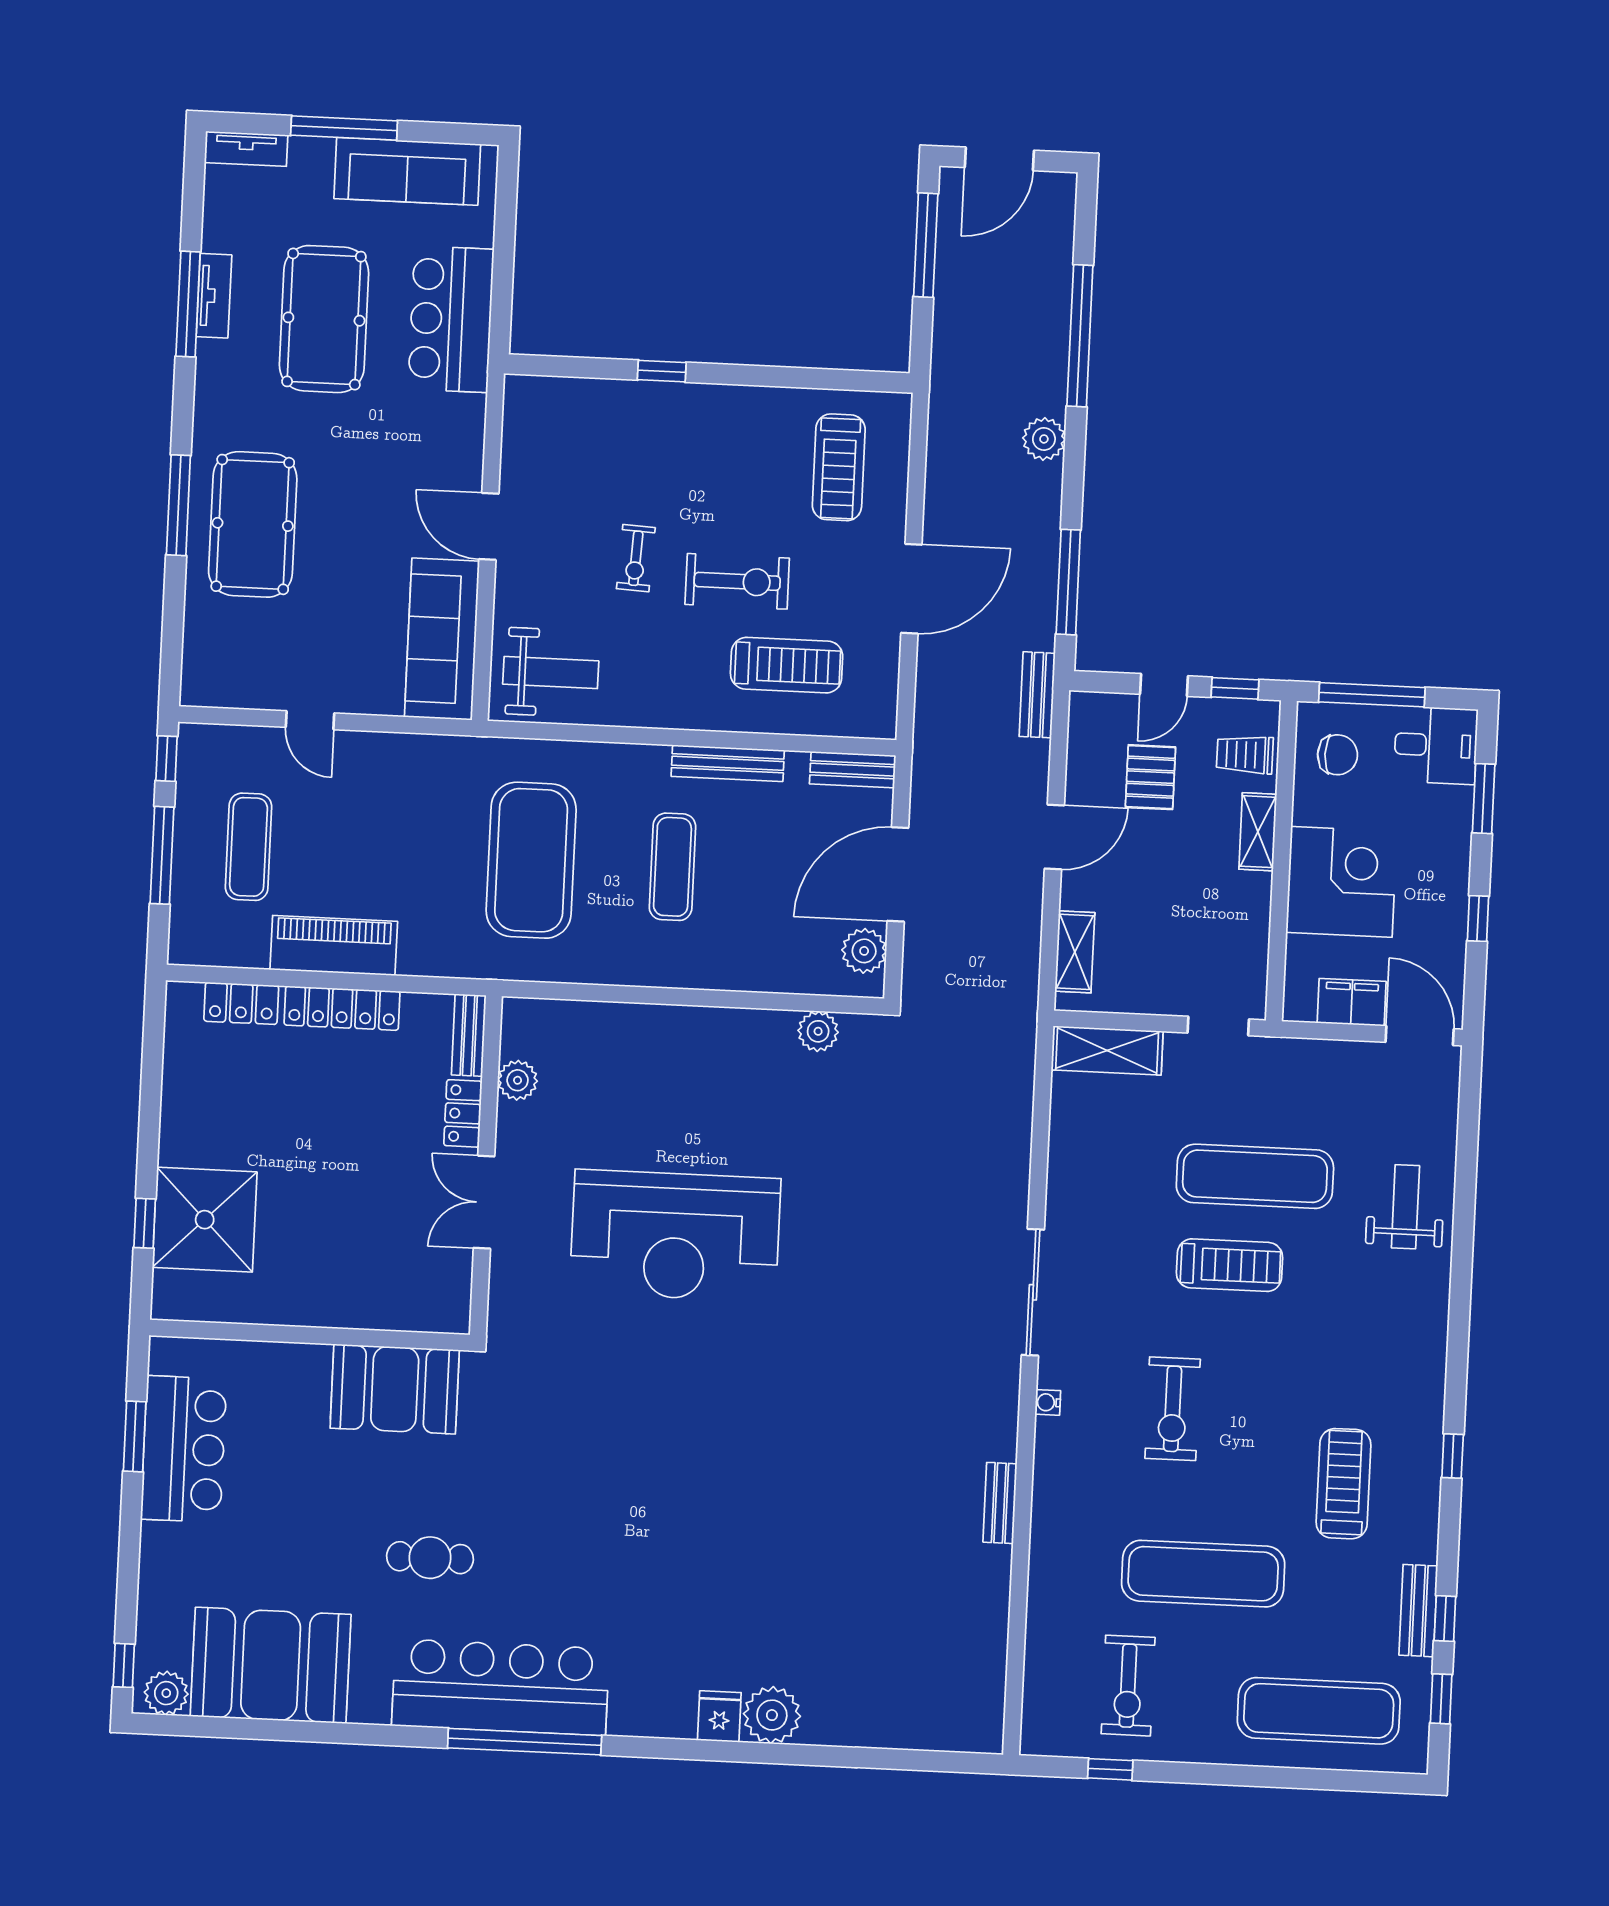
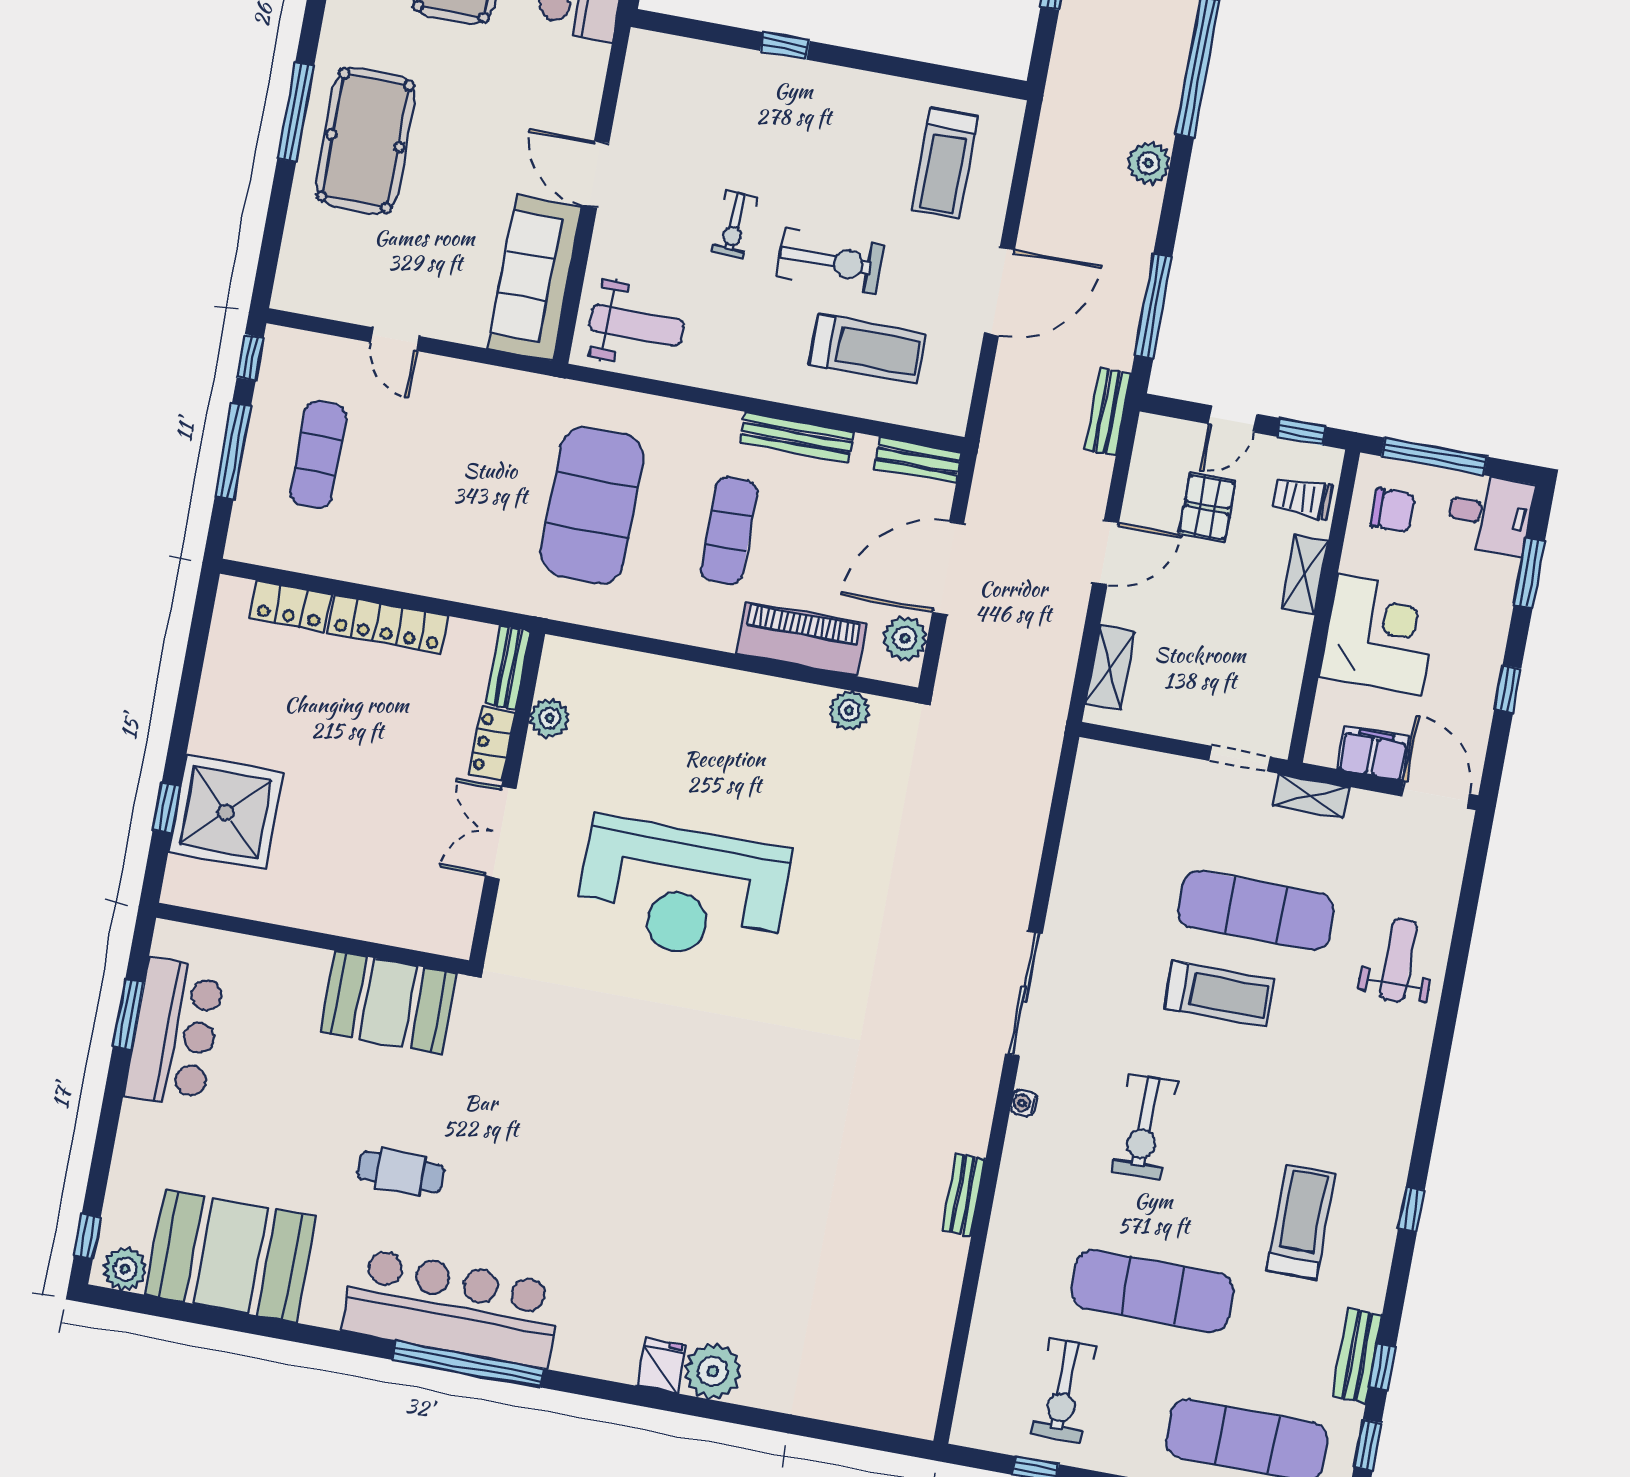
piano: (334, 945) -> (801, 639), moved
shelving: (1107, 1051) -> (1311, 796), moved, width x0.67, depth x0.75

